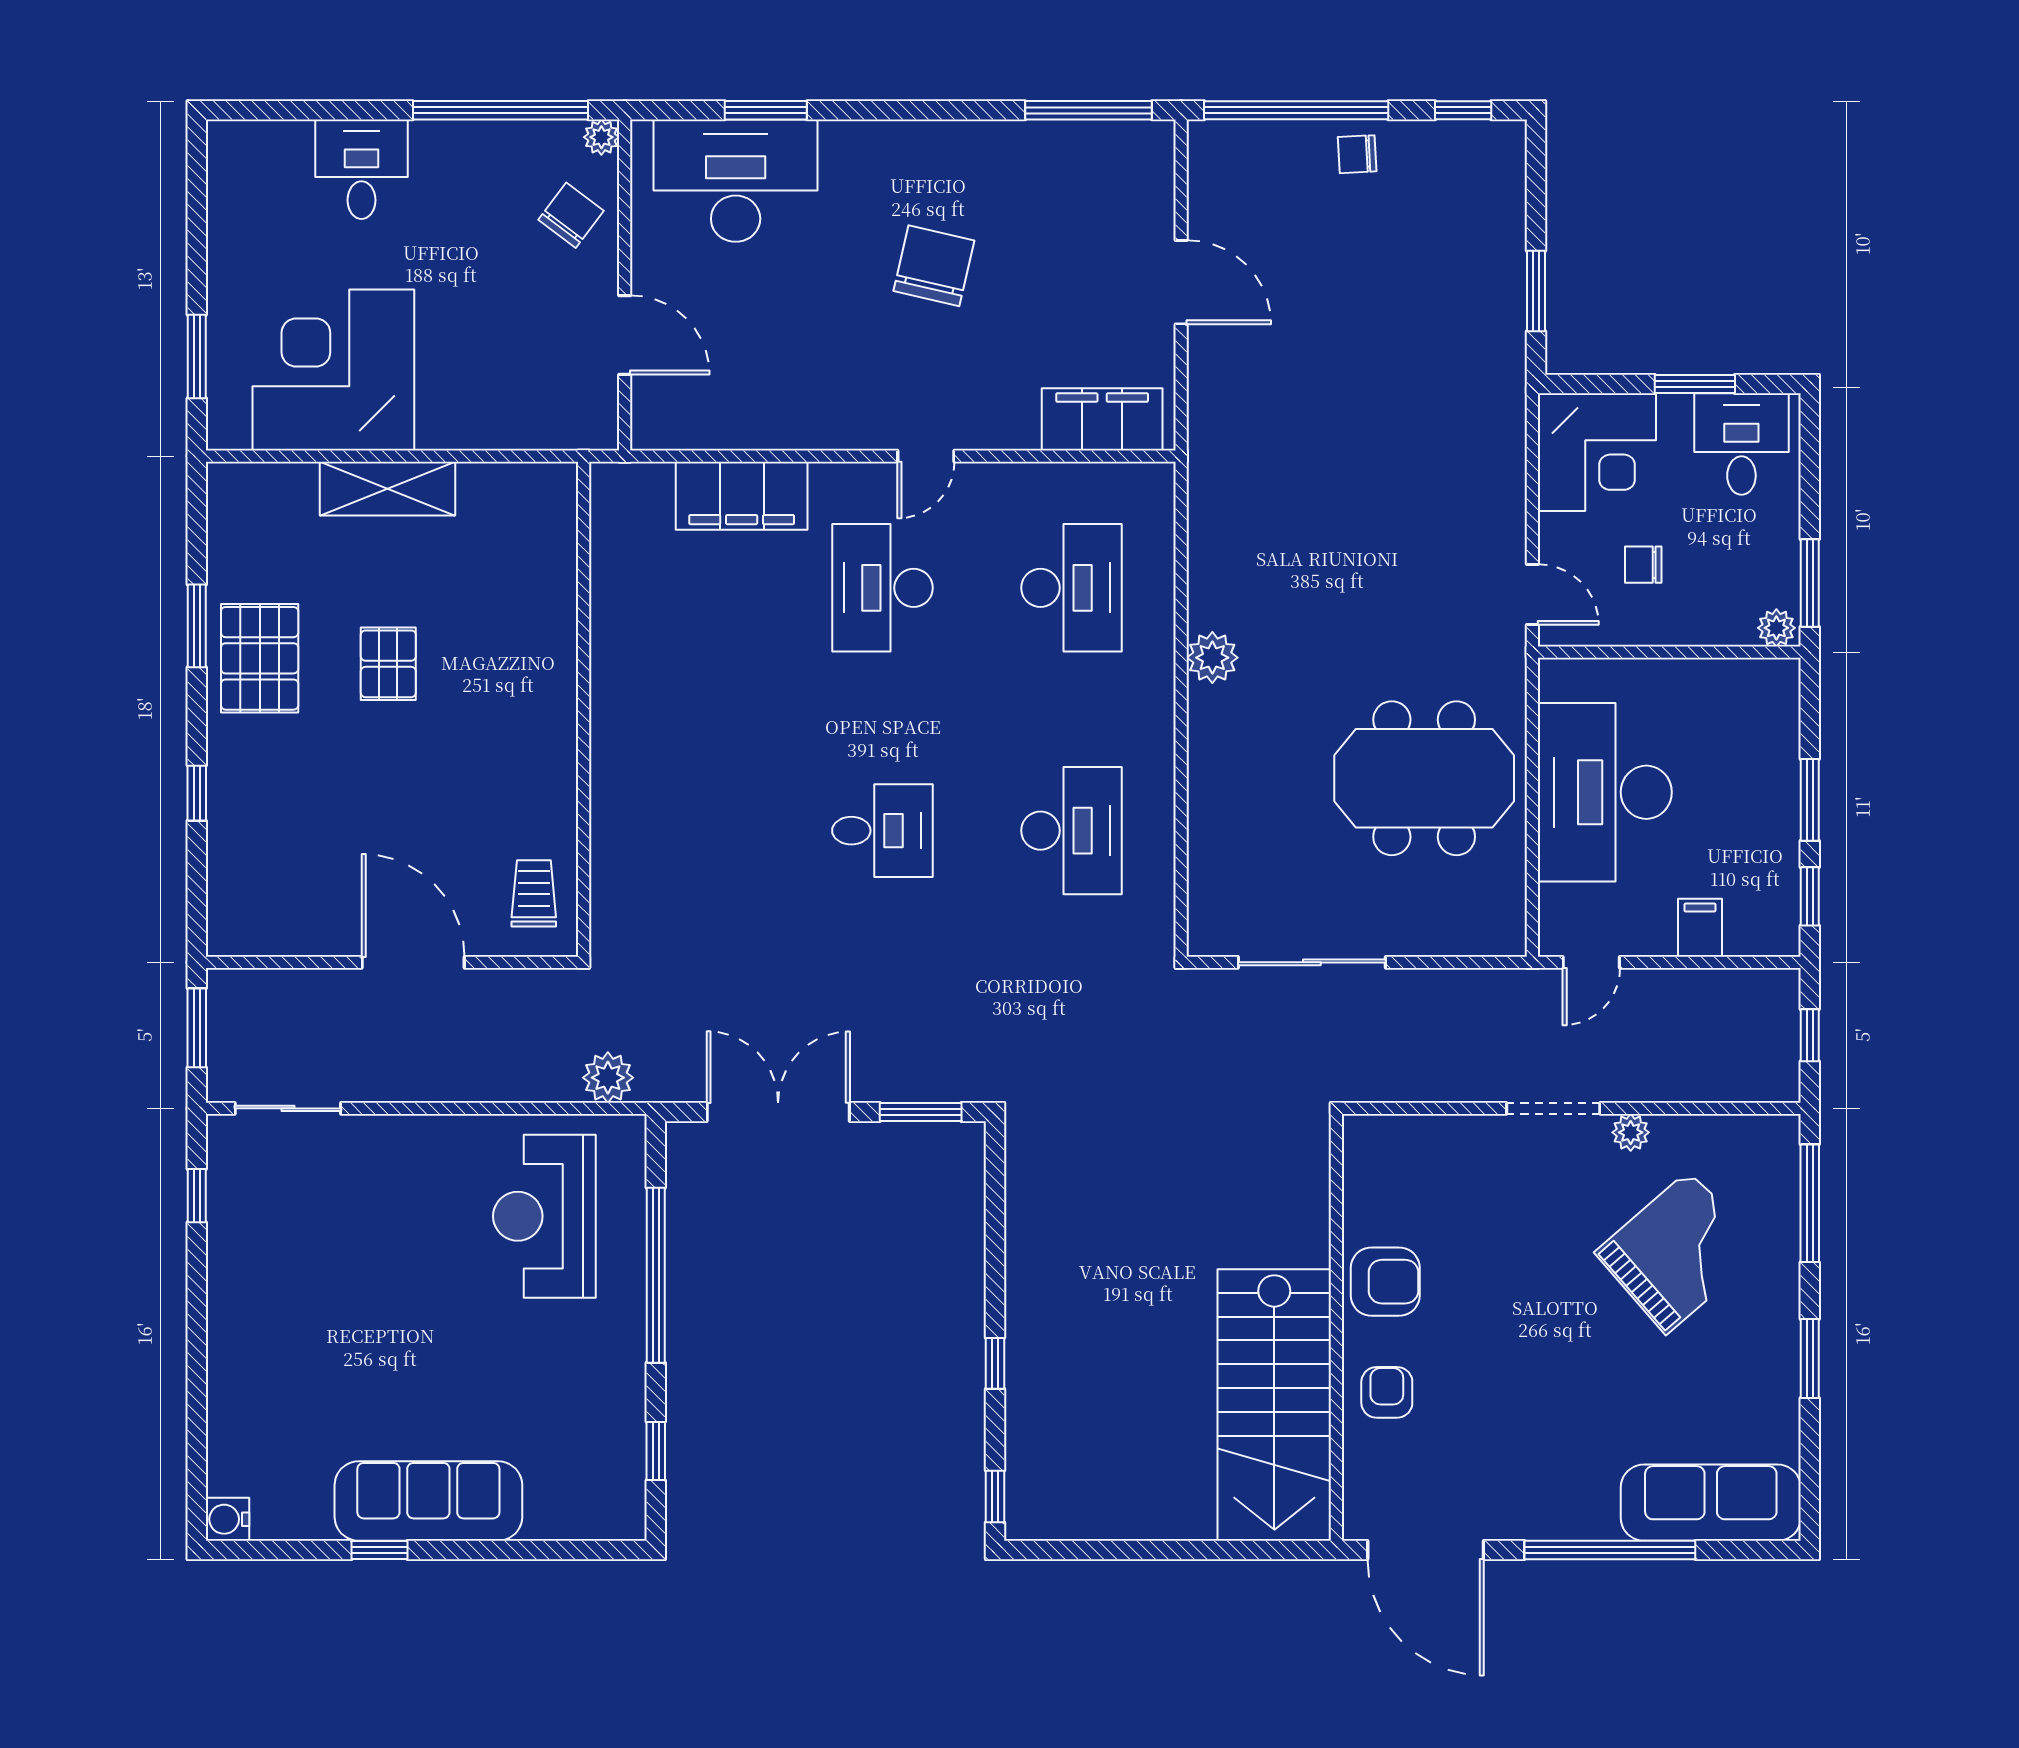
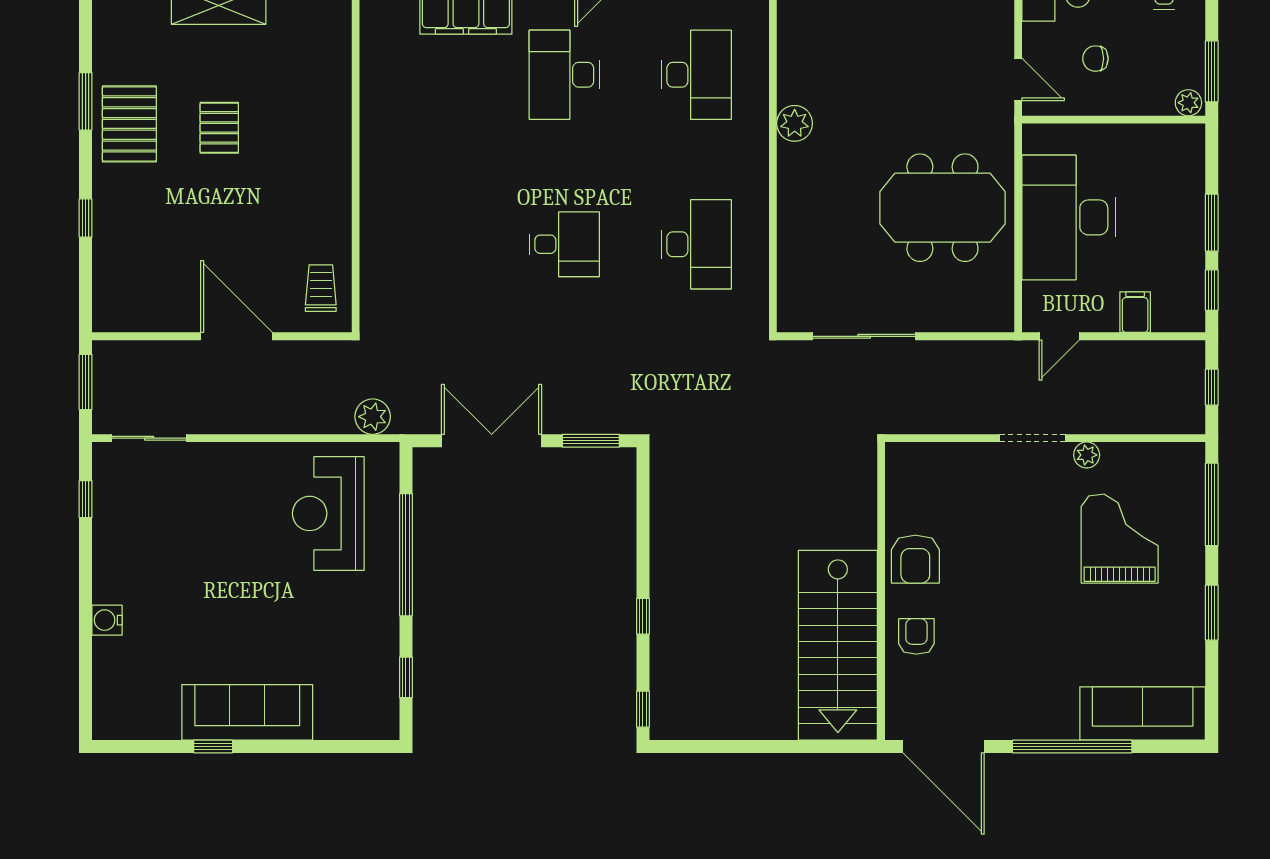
grand piano: (1678, 1252) -> (1120, 539), turned -49
armchair: (1385, 1282) -> (915, 559), turned 90
water cooler: (228, 1519) -> (107, 620), moved

